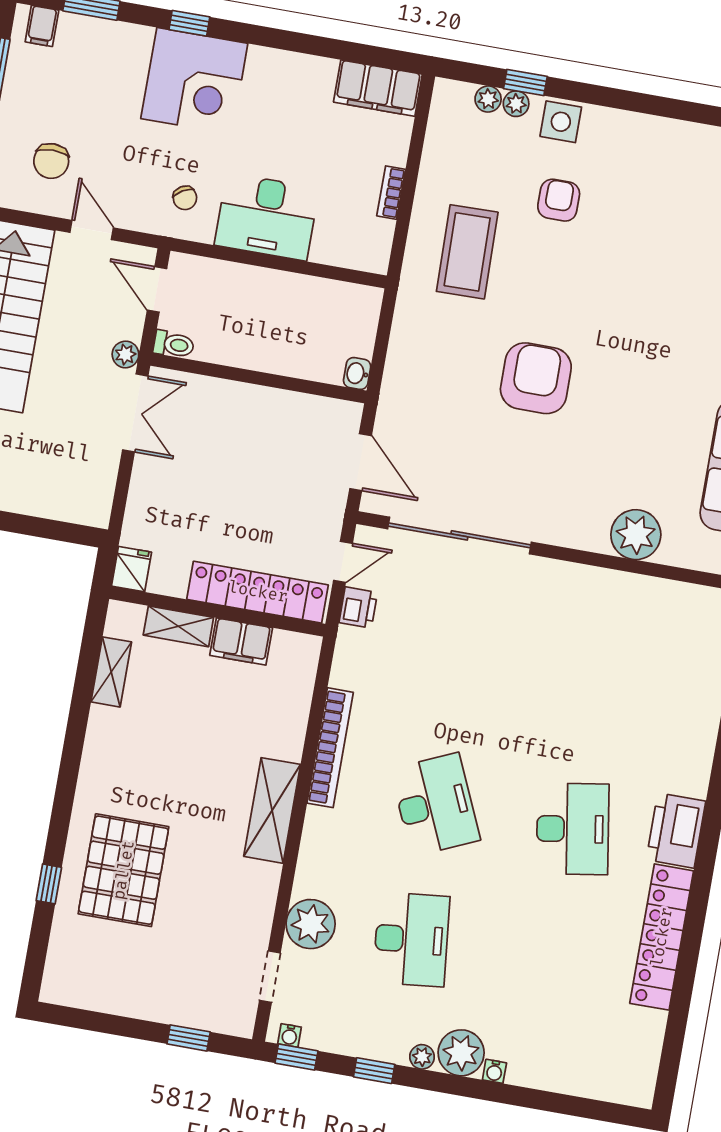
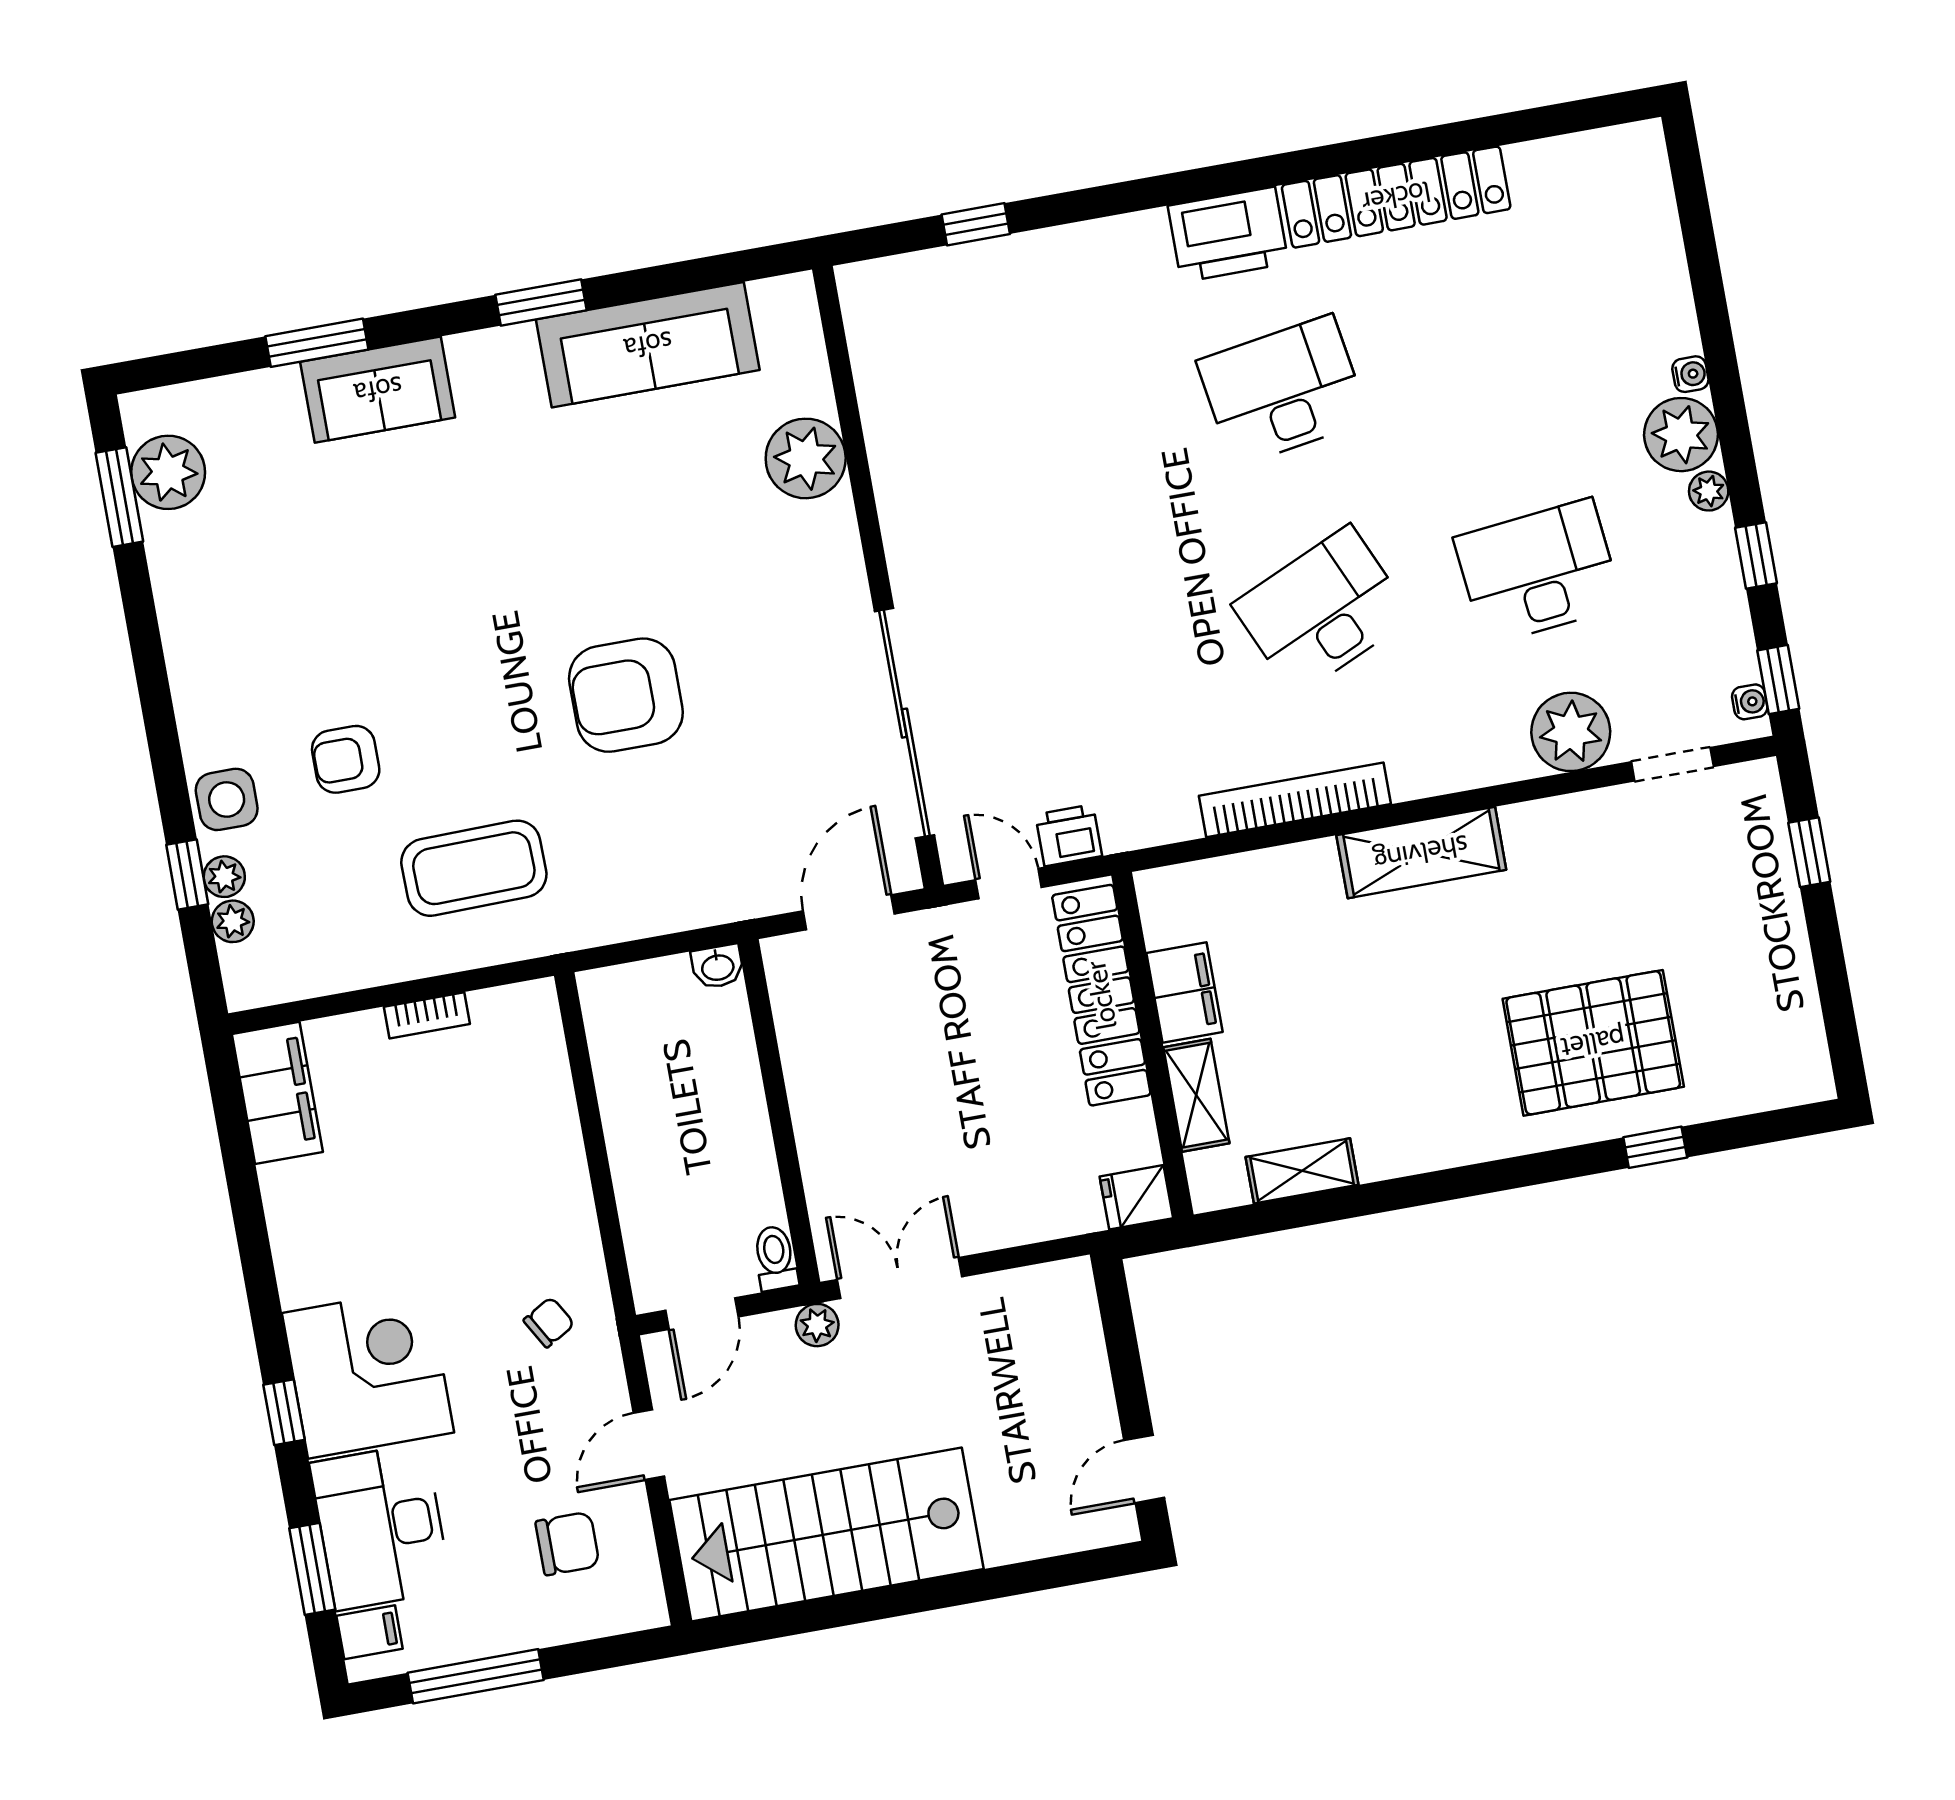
desk: (267, 217) -> (381, 1527), moved, turned 180

